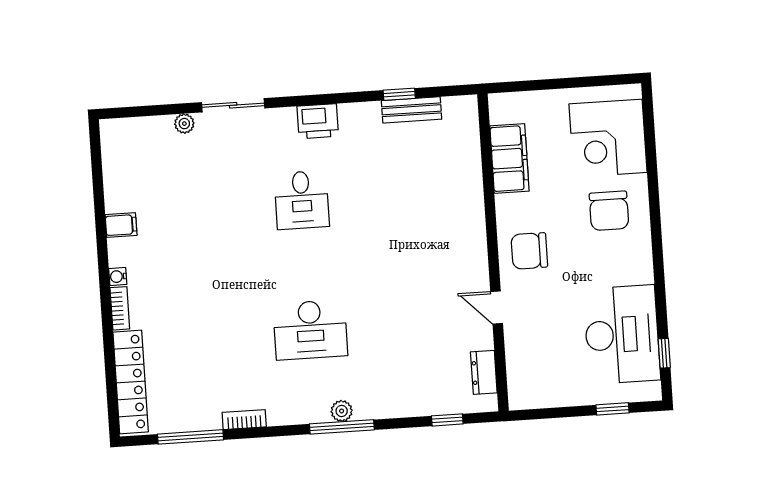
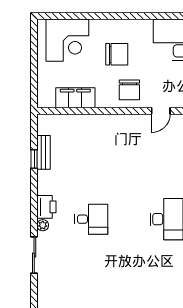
plant: (184, 124) -> (43, 225), moved
chair: (609, 211) -> (117, 54), moved

